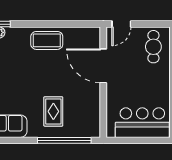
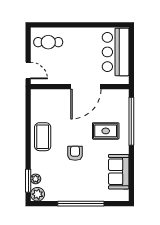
door: (103, 66) -> (86, 87), moved
armchair: (28, 77) -> (75, 153), added

